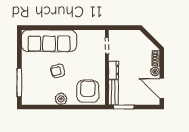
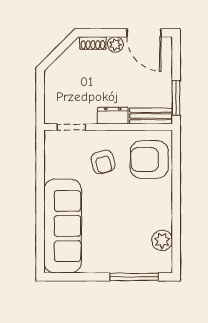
armchair: (58, 71) -> (103, 162), moved
door: (162, 88) -> (144, 33), hinge flipped
plant: (61, 99) -> (162, 240), moved

